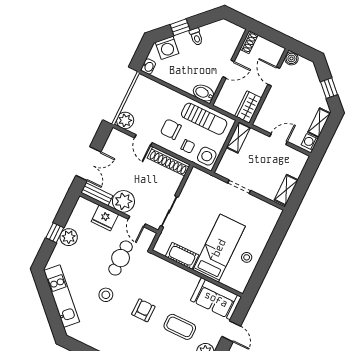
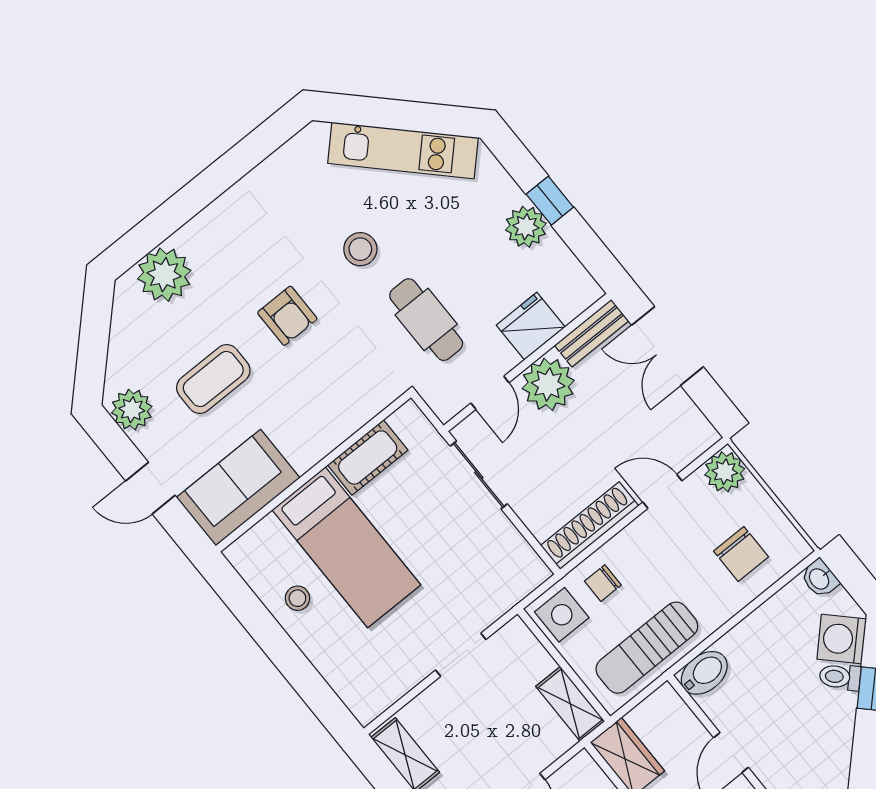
toilet: (196, 37) -> (840, 677), moved
chair: (171, 129) -> (741, 554), moved, turned 90
door: (137, 222) -> (490, 393), swing flipped

